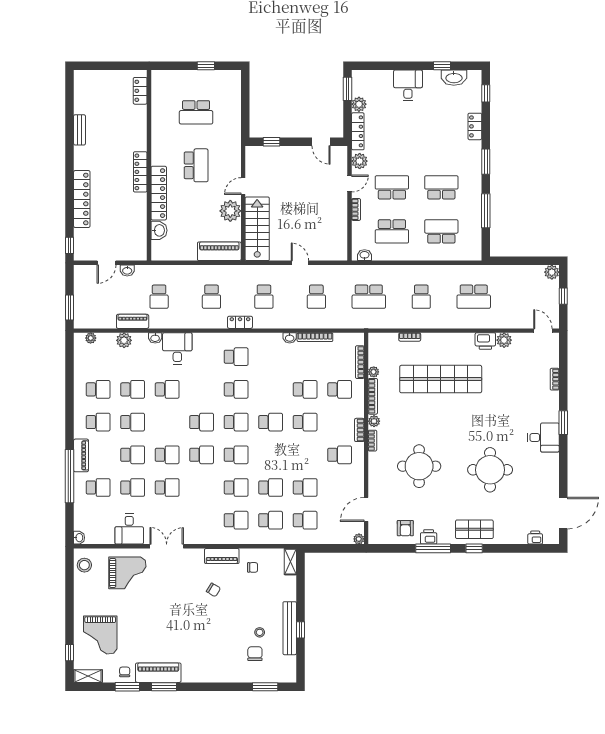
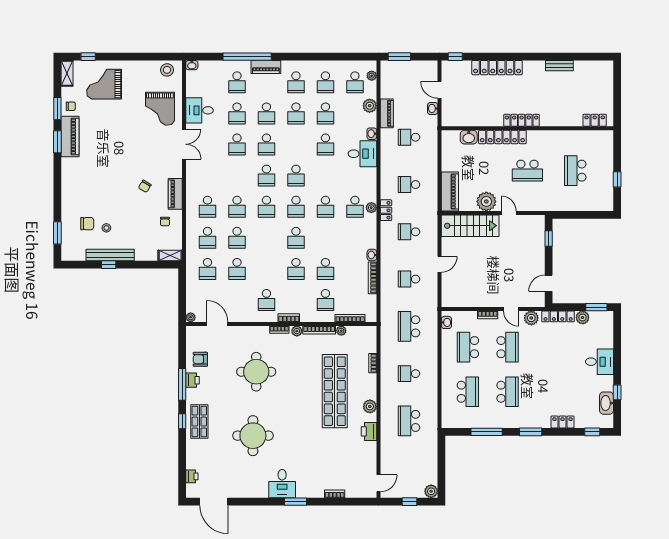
plant: (237, 339) -> (371, 208), added
plant: (504, 340) -> (370, 406), moved
school desk: (98, 357) -> (355, 82), added

